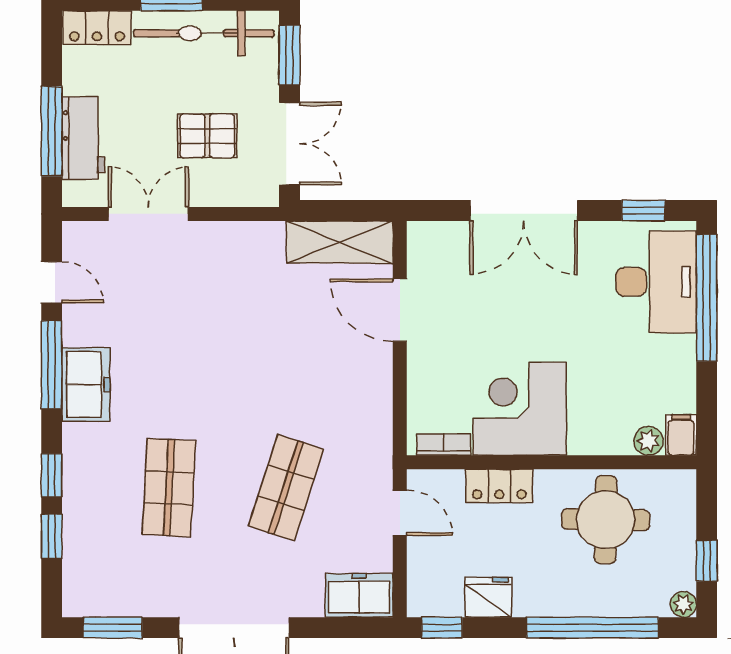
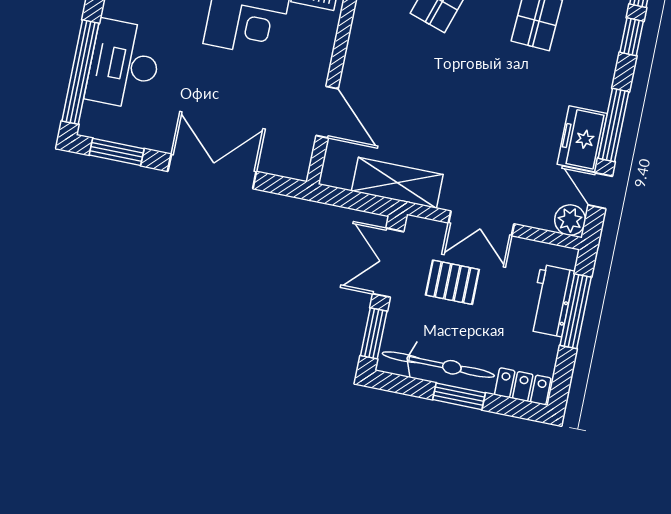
window: (643, 210) -> (117, 152), width x1.50
double door: (148, 214) -> (481, 223), moved
plant: (81, 240) -> (570, 220), added
shelving: (340, 242) -> (397, 183), moved
desk: (656, 282) -> (124, 64), moved
freezer: (86, 385) -> (582, 139), moved

